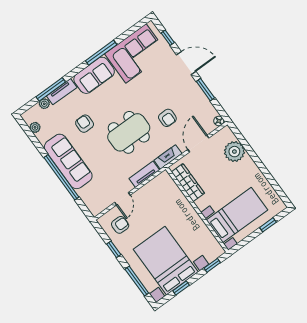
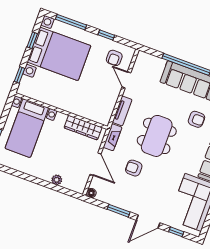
plant: (234, 152) -> (57, 180), width x0.53, depth x0.53

